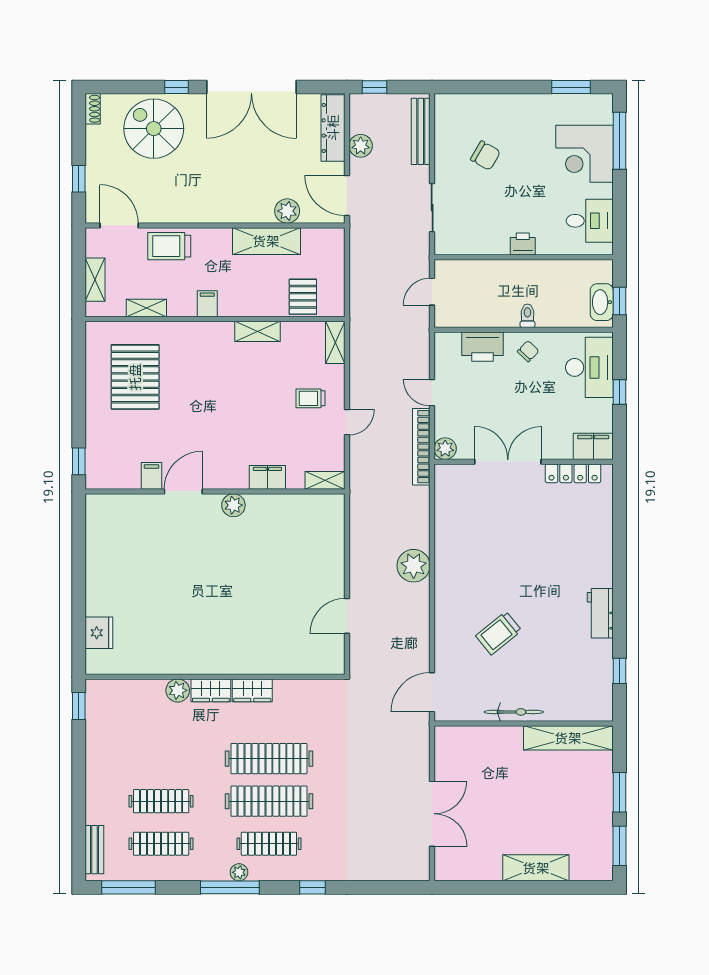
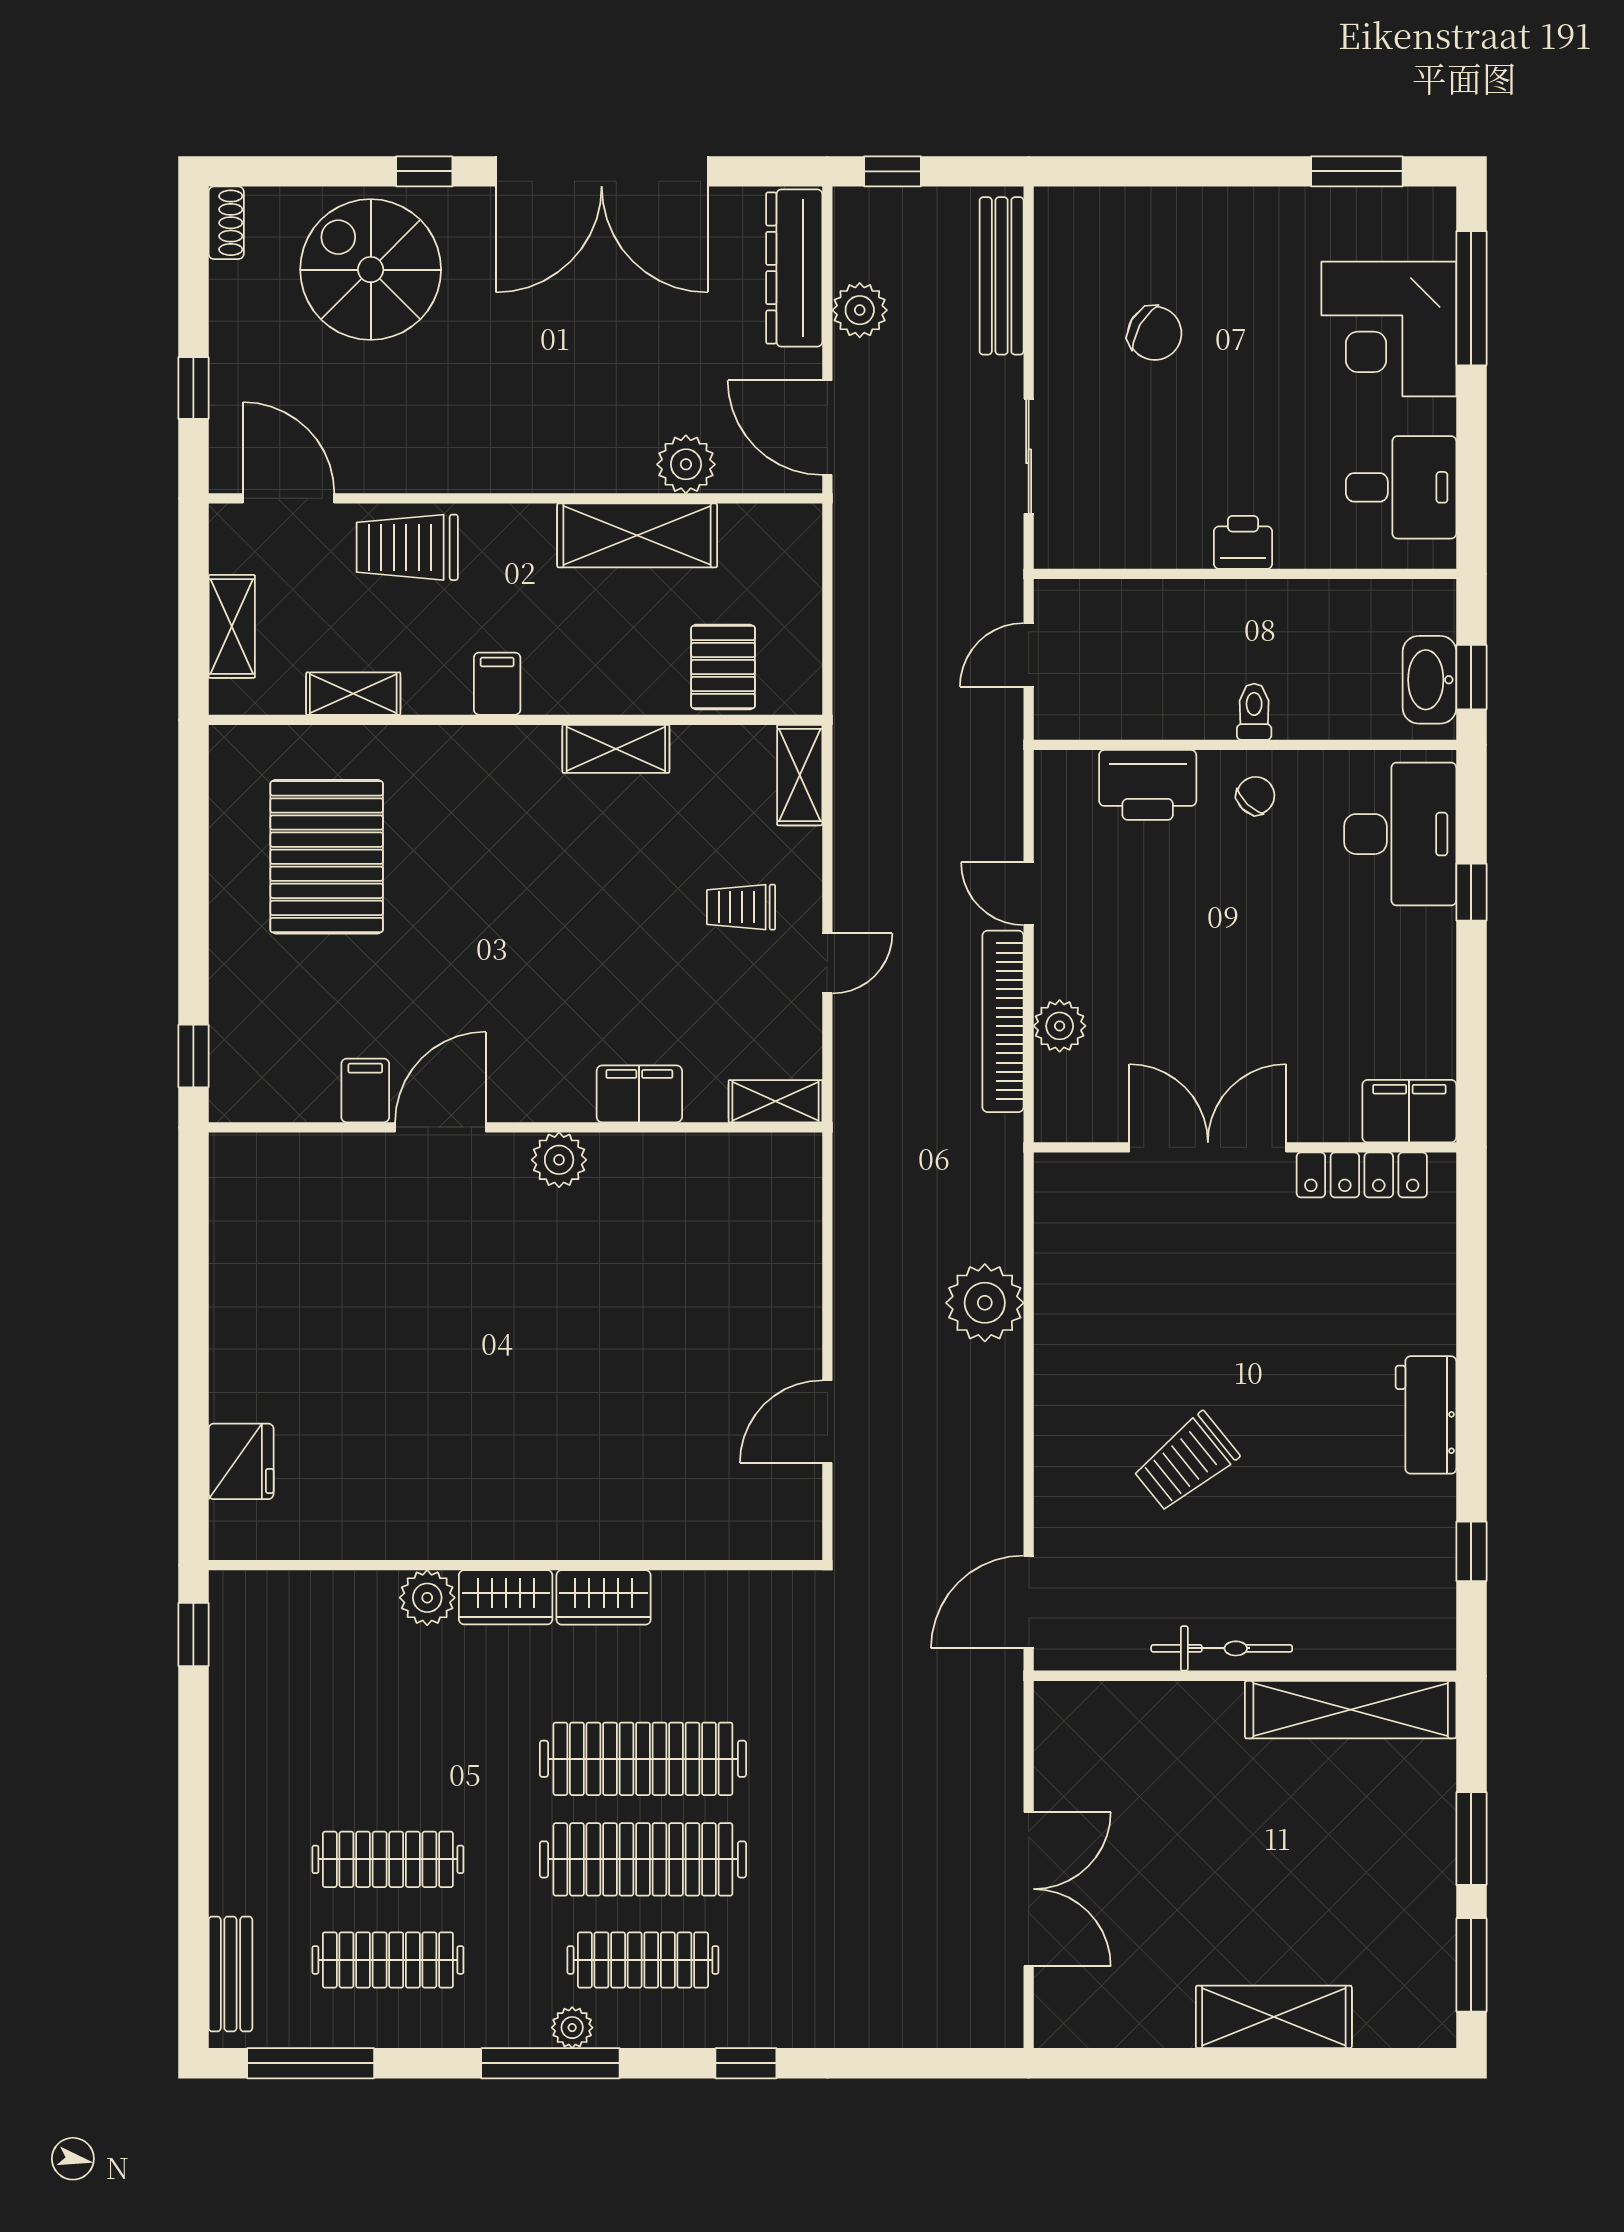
filing cabinet: (593, 446) -> (1409, 1111), moved
double door: (508, 462) -> (1208, 1147), moved
wall: (524, 462) -> (1245, 1147), moved
locker: (573, 473) -> (1362, 1175), moved

